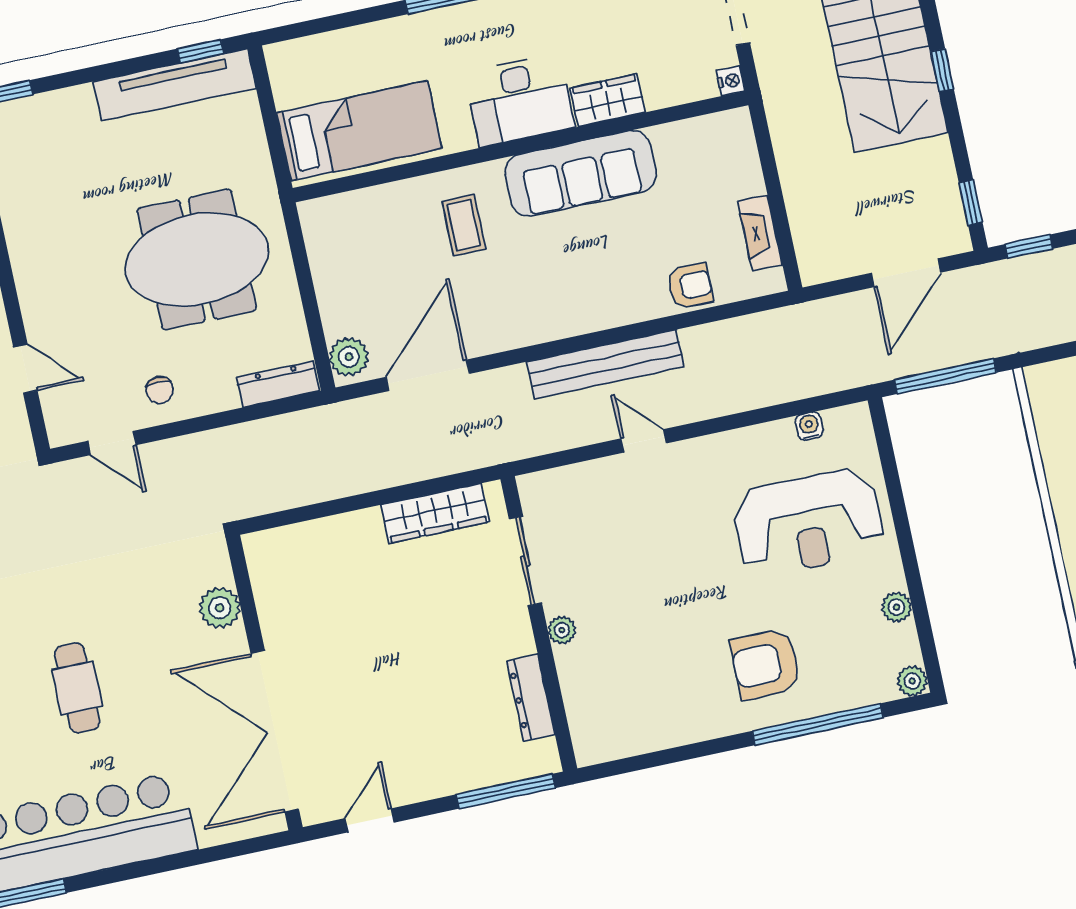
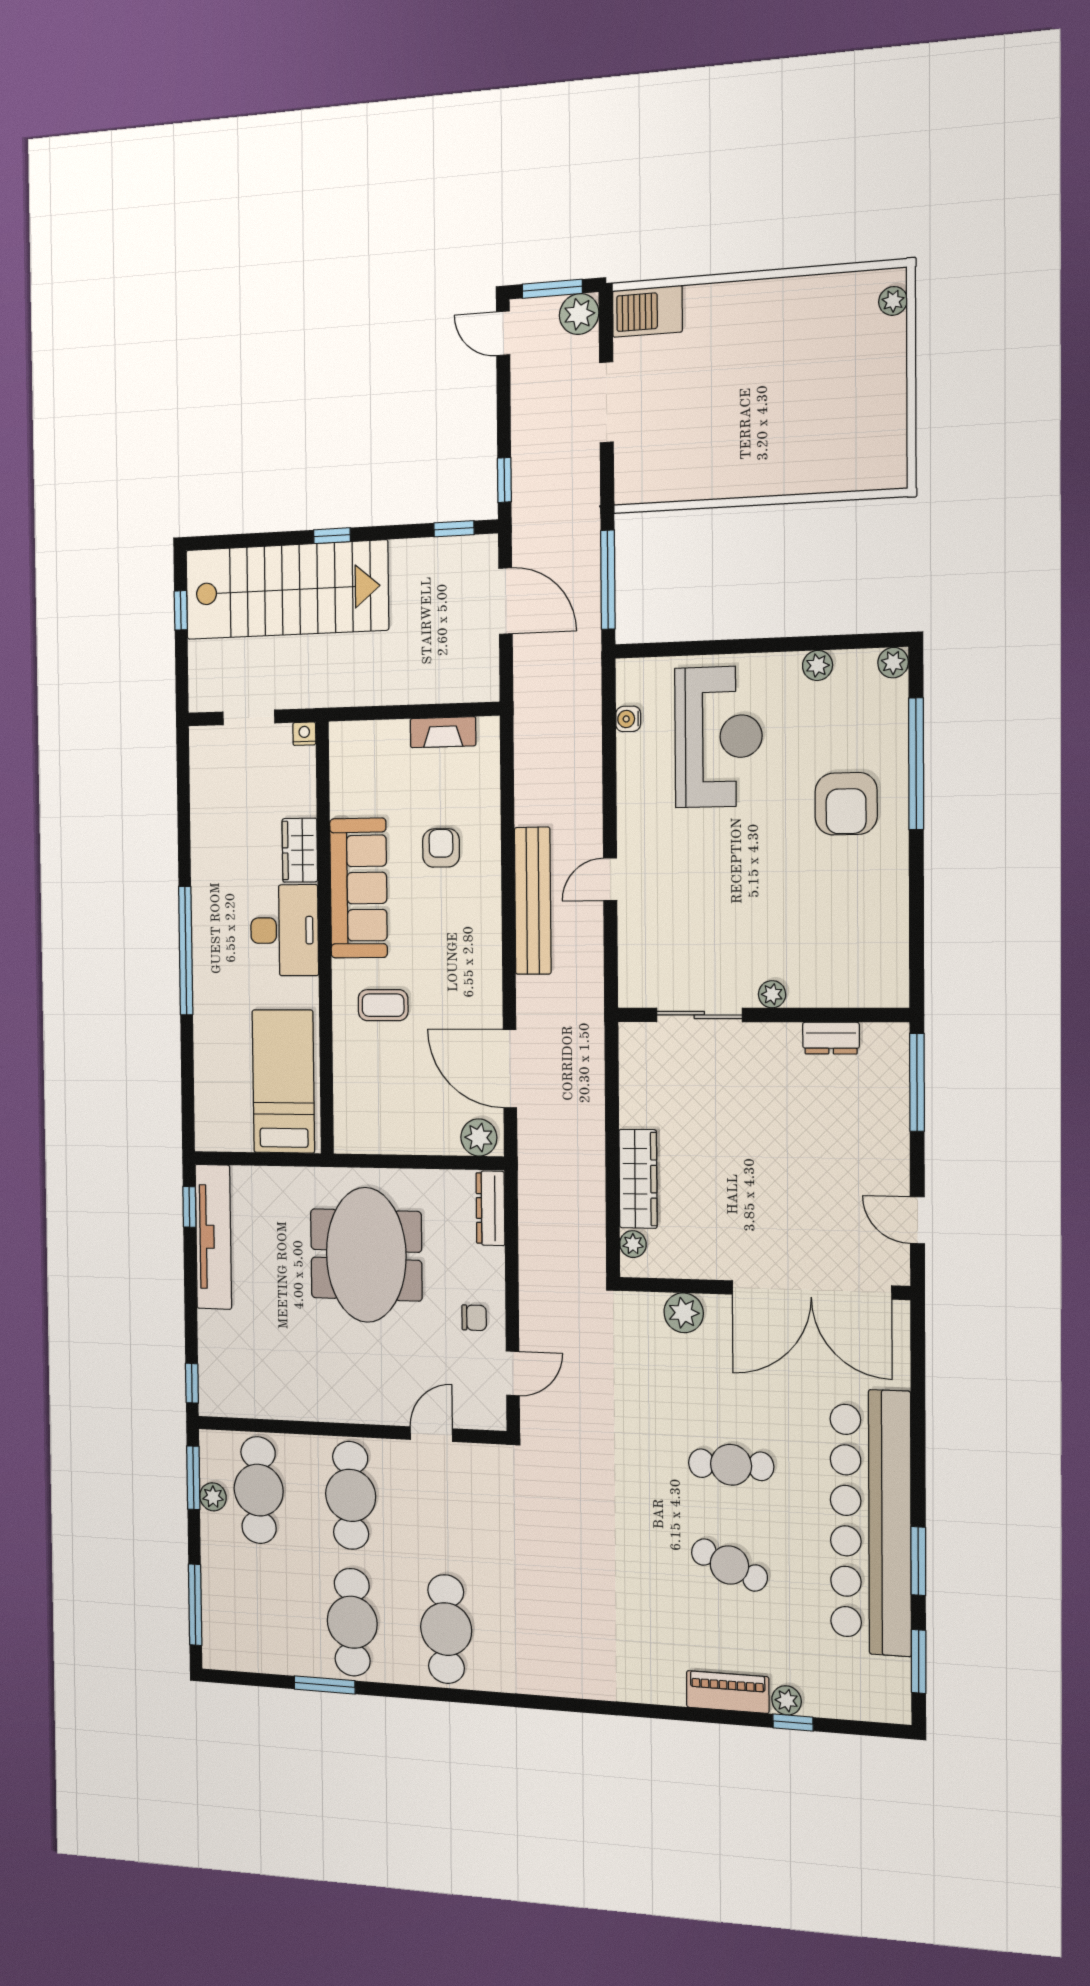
armchair: (690, 286) -> (441, 848), moved
wardrobe: (435, 513) -> (638, 1179), moved
plant: (277, 541) -> (633, 1244), added
dresser: (531, 698) -> (831, 1038), width x0.70

